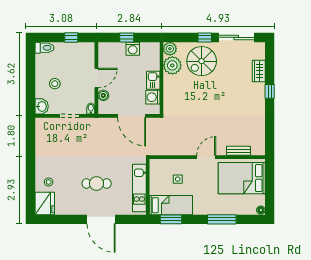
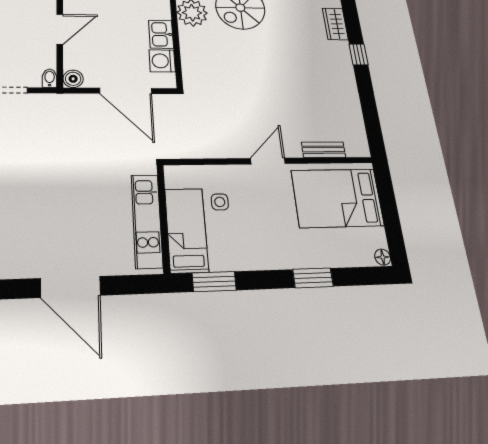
boiler: (103, 95) -> (73, 79), moved
cafe table: (97, 184) -> (61, 214), removed
bed: (171, 205) -> (186, 230), moved, turned -90
window: (222, 219) -> (313, 278), width x0.69

